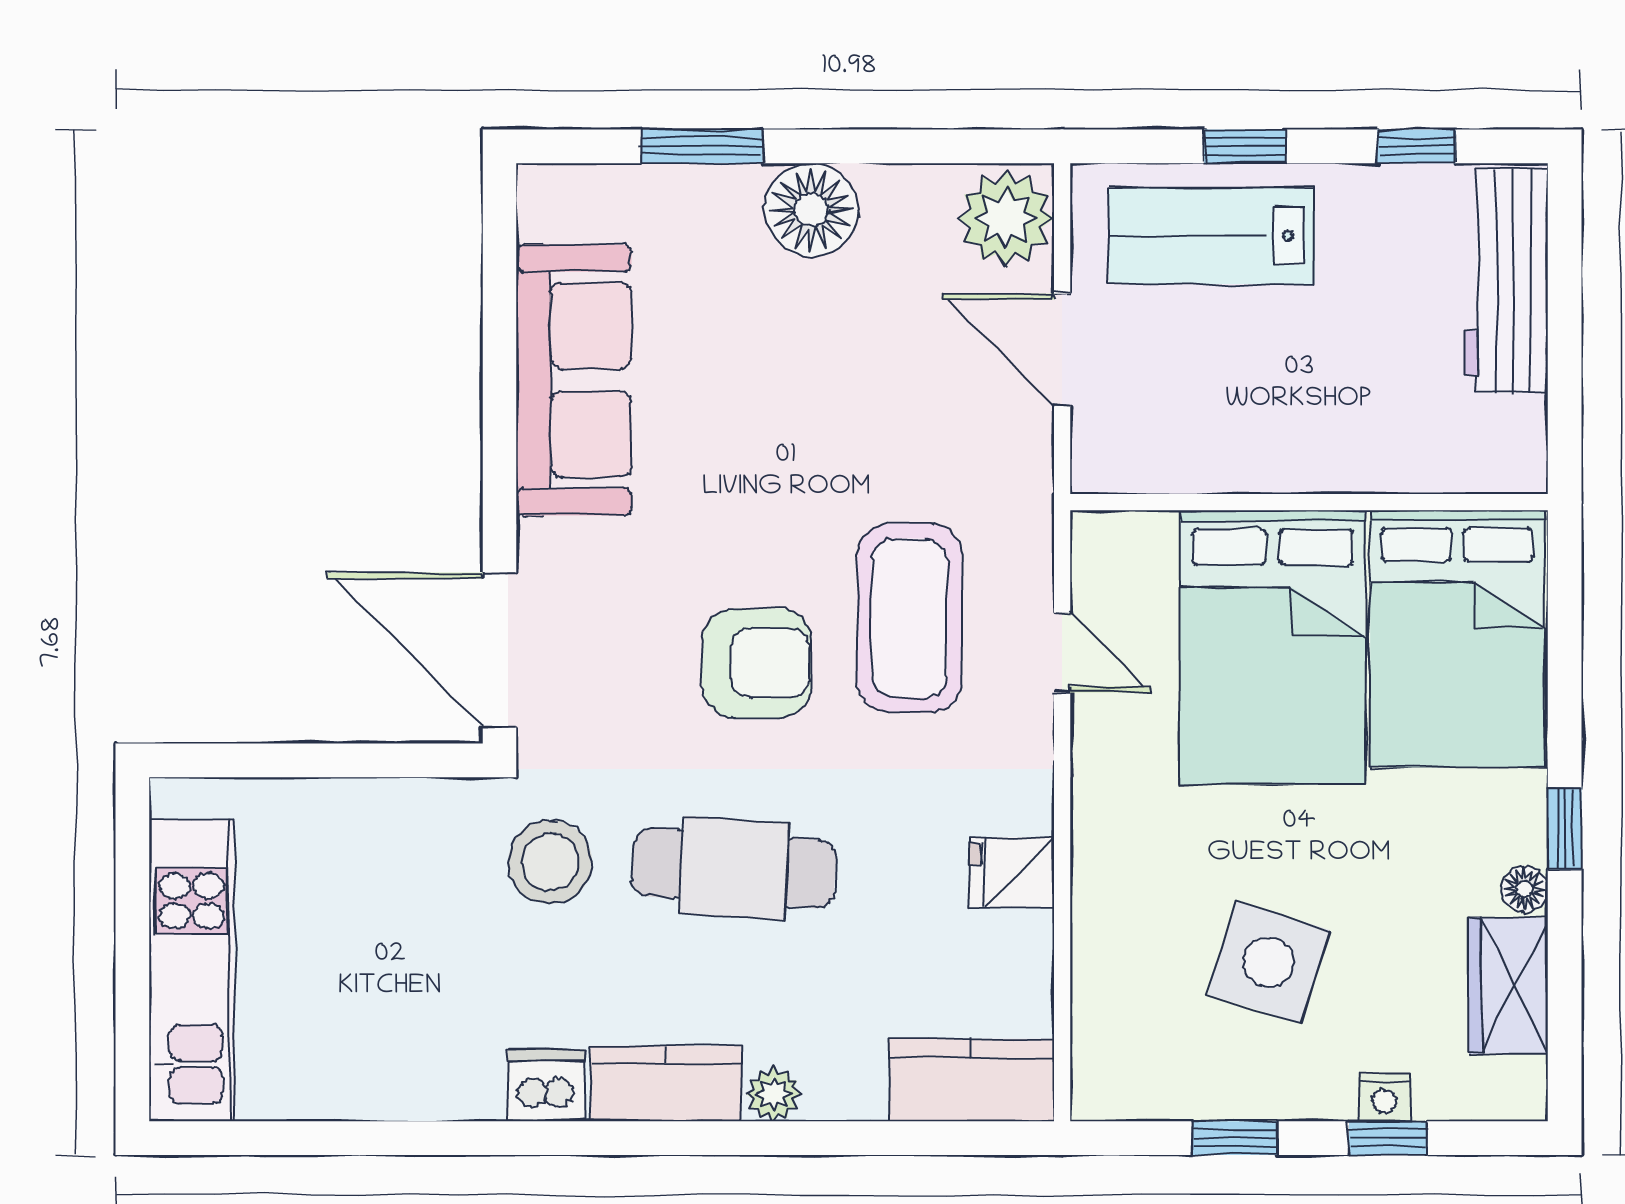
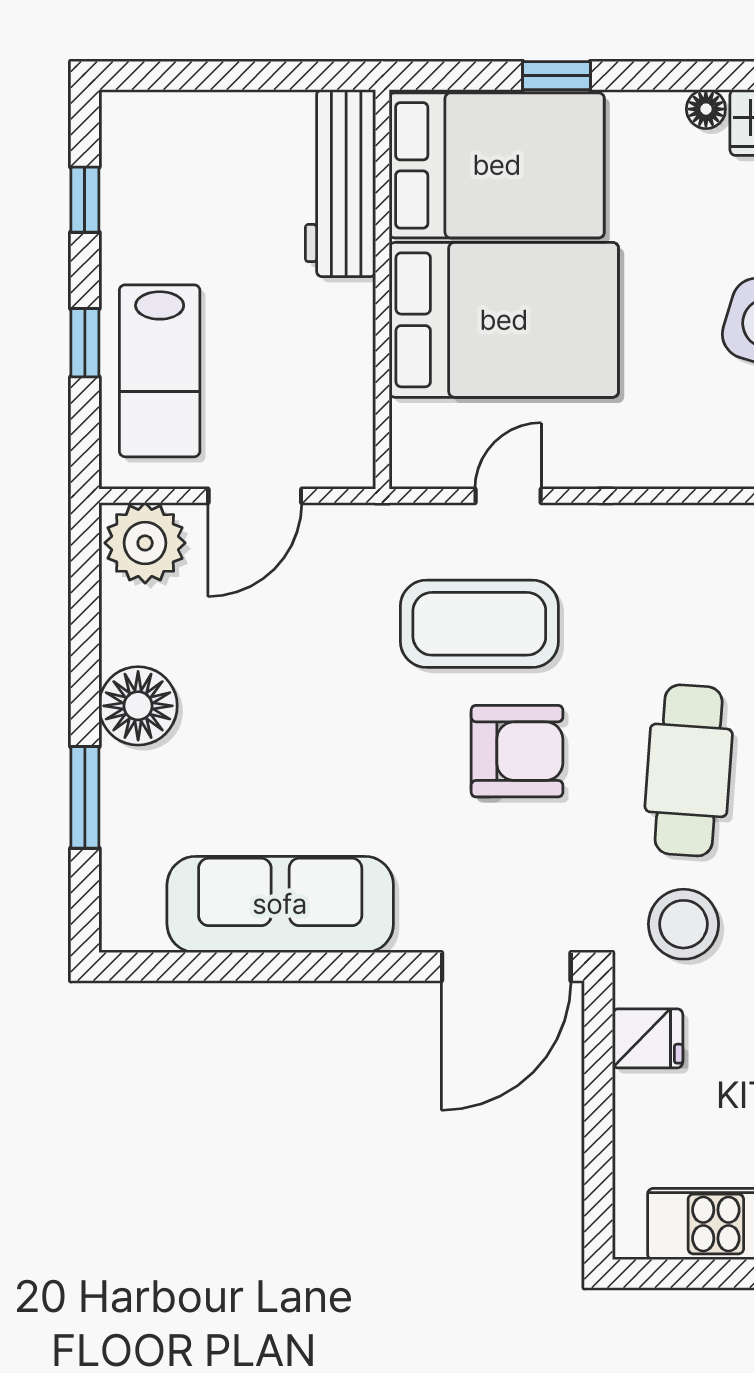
workbench: (1506, 281) -> (341, 183), moved, turned 90
armchair: (757, 663) -> (517, 751), turned 90
window: (1565, 828) -> (557, 76), moved
fridge: (1012, 872) -> (648, 1038), moved, turned -90

